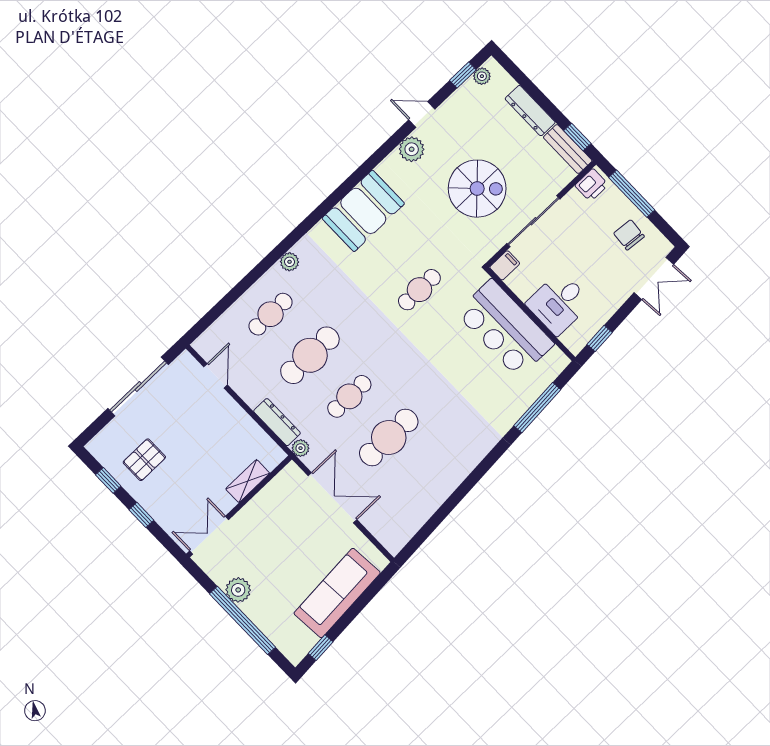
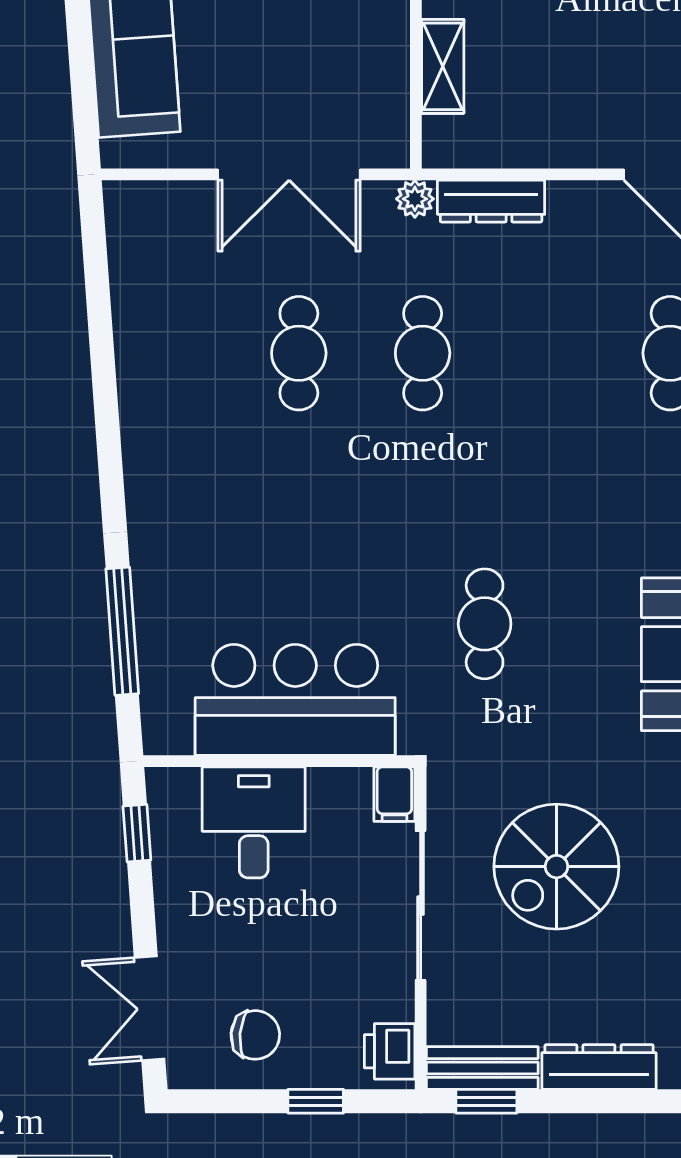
window: (632, 194) -> (316, 1101), width x0.46
cafe table: (310, 355) -> (546, 353), removed
cafe table: (389, 437) -> (299, 353), width x0.73, depth x0.74

